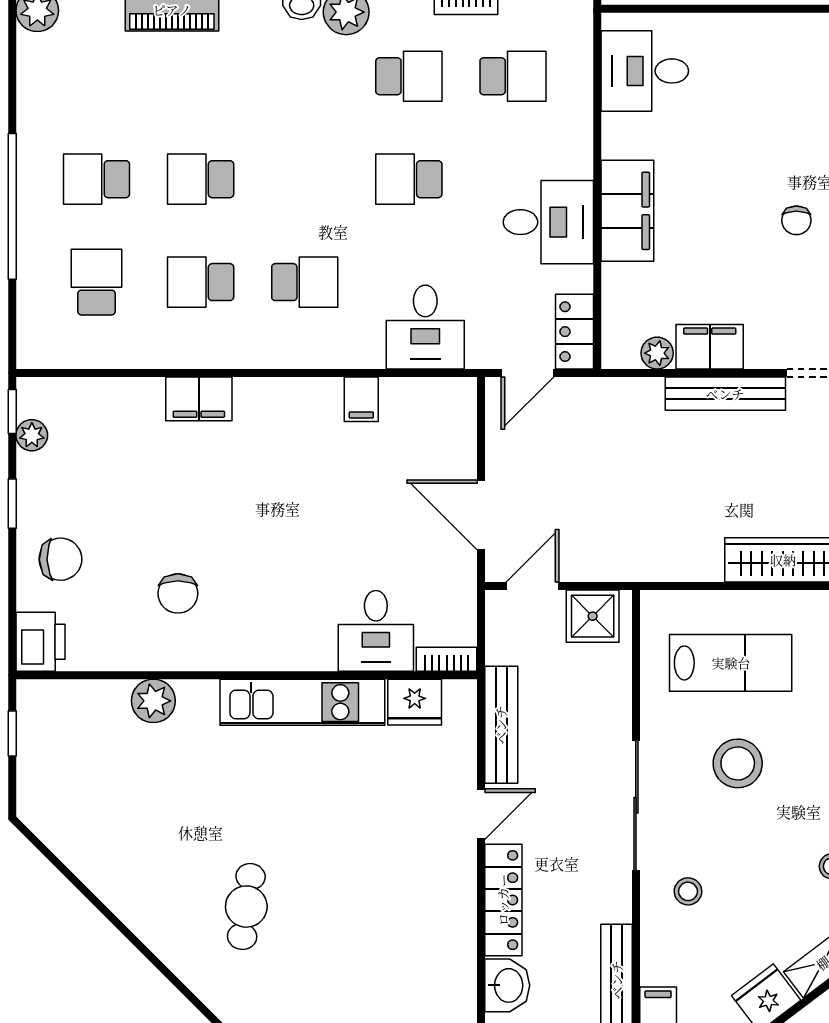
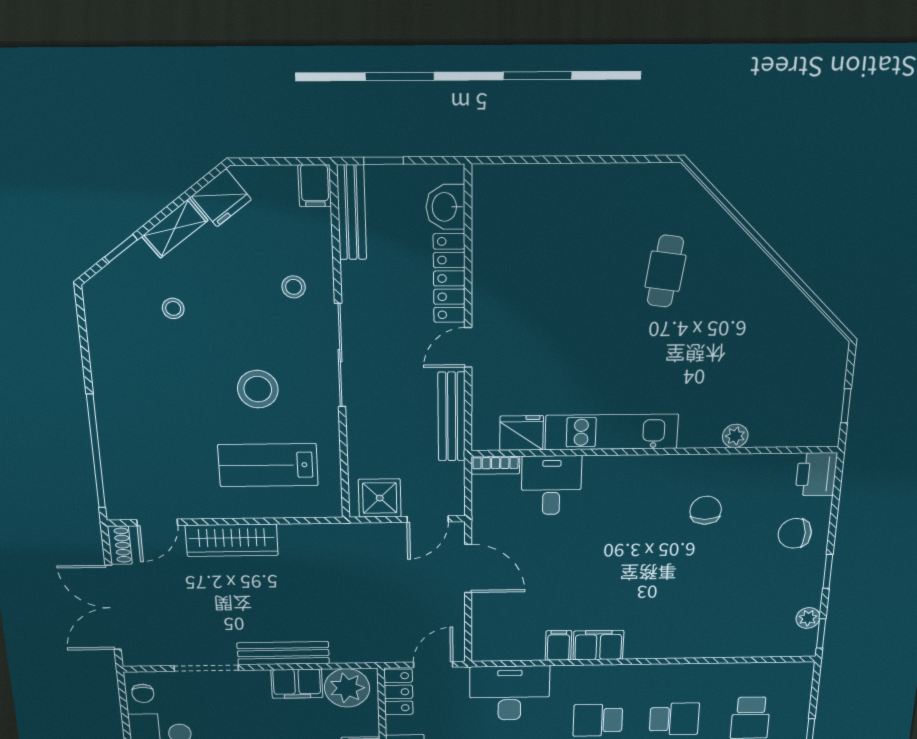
desk: (425, 327) -> (510, 693), width x1.37
plant: (657, 353) -> (347, 688), width x1.88, depth x1.88
filing cabinet: (199, 399) -> (598, 645), moved
plant: (153, 701) -> (735, 436), width x0.73, depth x0.73

